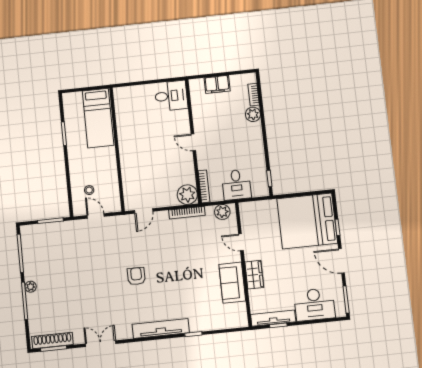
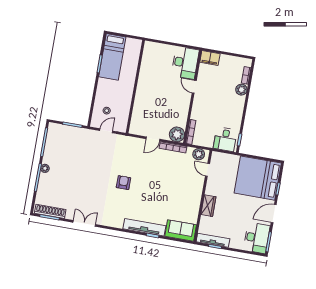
filing cabinet: (217, 84) -> (210, 58), moved
desk: (171, 96) -> (185, 63), width x1.37
bed: (98, 118) -> (112, 57), moved
door: (193, 142) -> (194, 87), moved
desk: (236, 185) -> (225, 139), moved
door: (144, 211) -> (153, 139), moved
door: (96, 216) -> (106, 131), hinge flipped
door: (241, 242) -> (207, 170), moved
door: (341, 261) -> (274, 214), hinge flipped
sofa: (232, 283) -> (181, 231), moved, turned 90
desk: (314, 304) -> (257, 238), moved, turned -90
tv unit: (161, 328) -> (144, 227), moved

